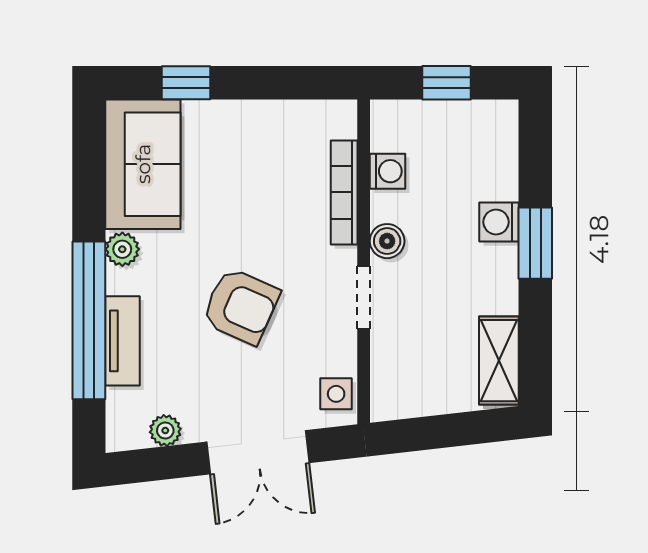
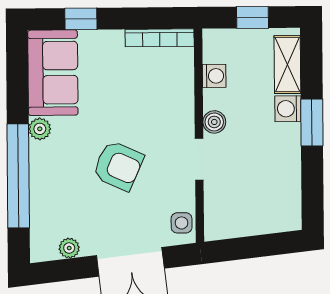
bookcase: (344, 192) -> (160, 38), moved, turned -90
tv unit: (122, 341) -> (40, 189), removed
shelving: (499, 361) -> (287, 65), moved

